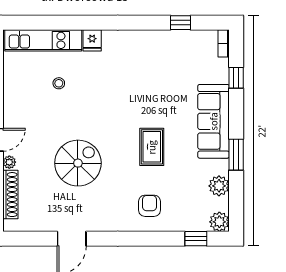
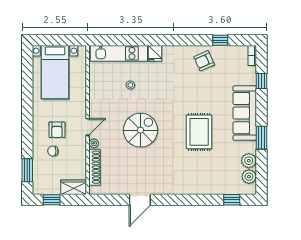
rug: (152, 147) -> (199, 132), width x1.36, depth x1.43
spiral stairs: (78, 163) -> (141, 130), moved
armchair: (149, 206) -> (204, 61), moved, turned -114
plant: (219, 222) -> (249, 177), moved

